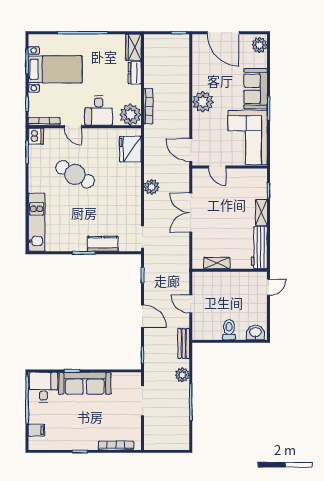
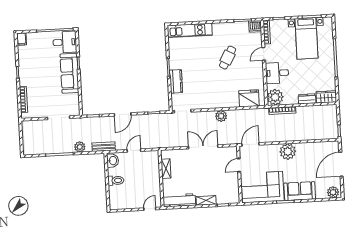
cafe table: (75, 174) -> (228, 58), width x0.73, depth x0.74
door: (269, 287) -> (150, 209), swing flipped
washbasin: (255, 333) -> (113, 161), moved
filing cabinet: (37, 430) -> (22, 39), moved

